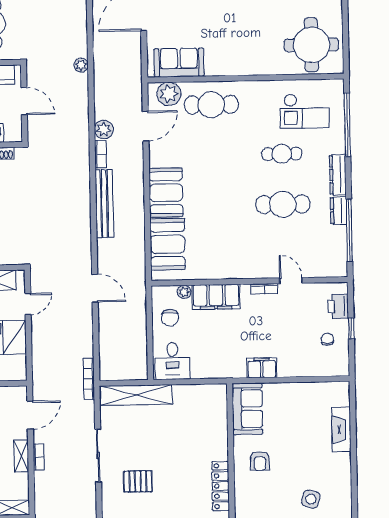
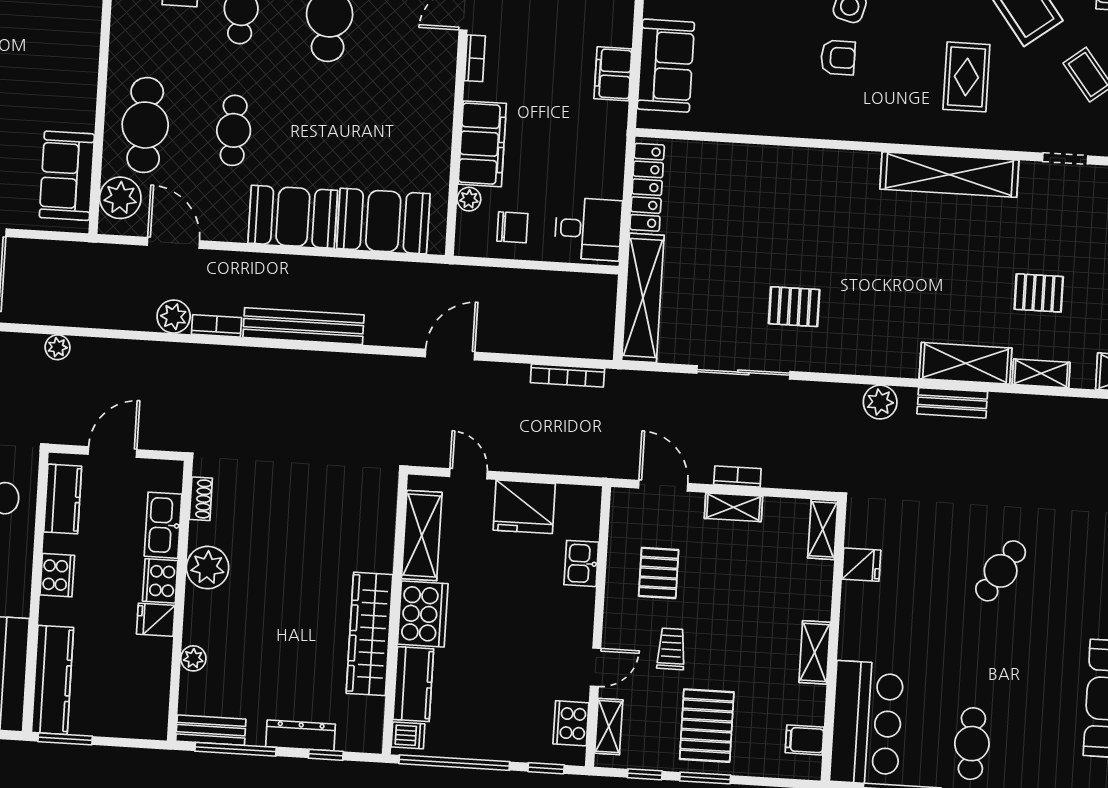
cafe table: (212, 155) -> (234, 130), added
bookcase: (89, 379) -> (567, 375), moved
sofa: (247, 409) -> (666, 66), moved, turned 90
armchair: (260, 461) -> (838, 58), moved
pallet: (138, 481) -> (794, 307), turned 90
locker: (221, 486) -> (647, 187), moved, turned -90

